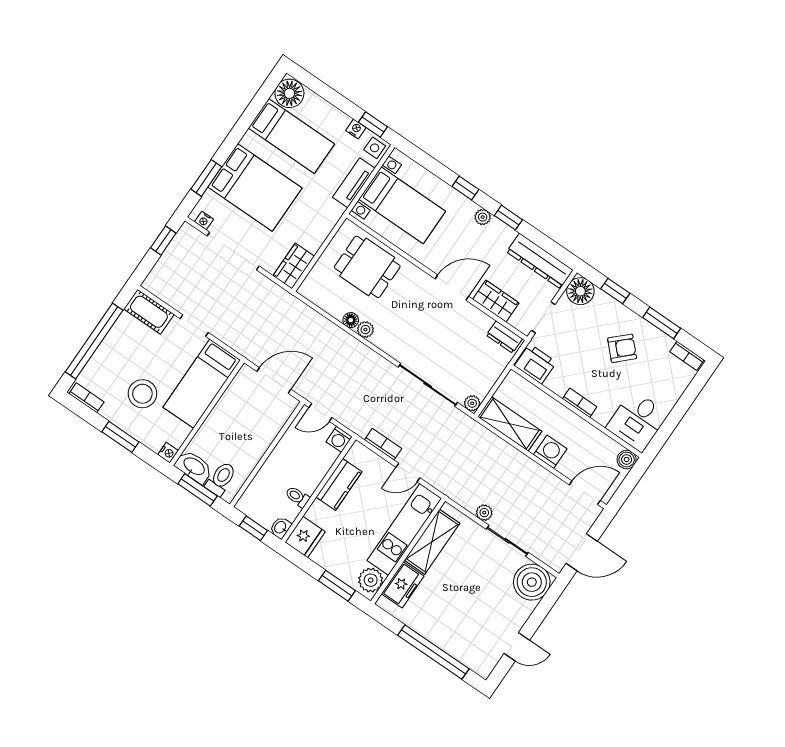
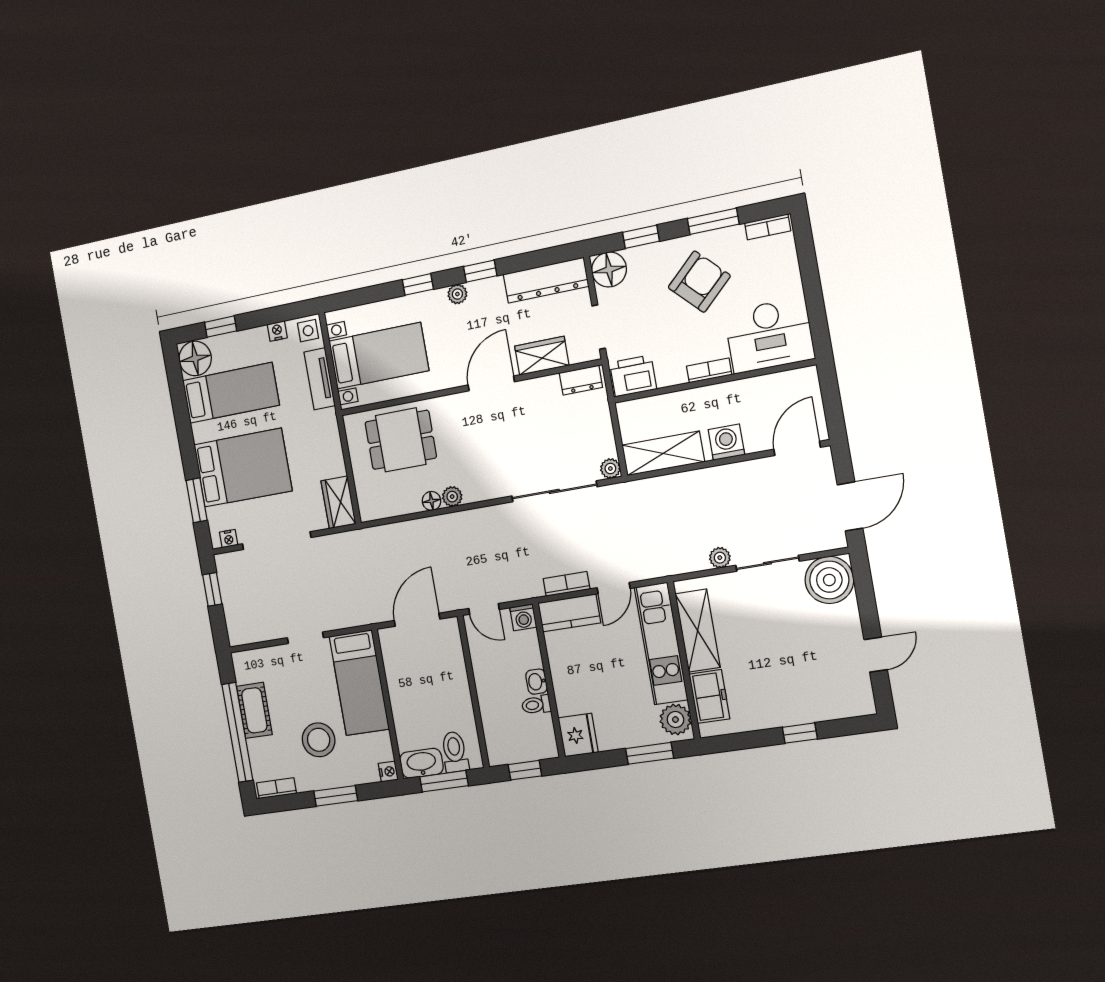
window: (373, 124) -> (221, 327), moved
cot: (149, 312) -> (254, 710), moved, turned 90
armchair: (622, 348) -> (699, 282), width x1.38, depth x1.38
door: (320, 412) -> (484, 609), hinge flipped
desk: (637, 421) -> (769, 335), width x1.37
boiler: (627, 460) -> (806, 379), removed
kitchen counter: (339, 484) -> (569, 613), moved, turned 90
washbasin: (280, 527) -> (537, 682), moved
window: (433, 652) -> (800, 733), width x0.32

